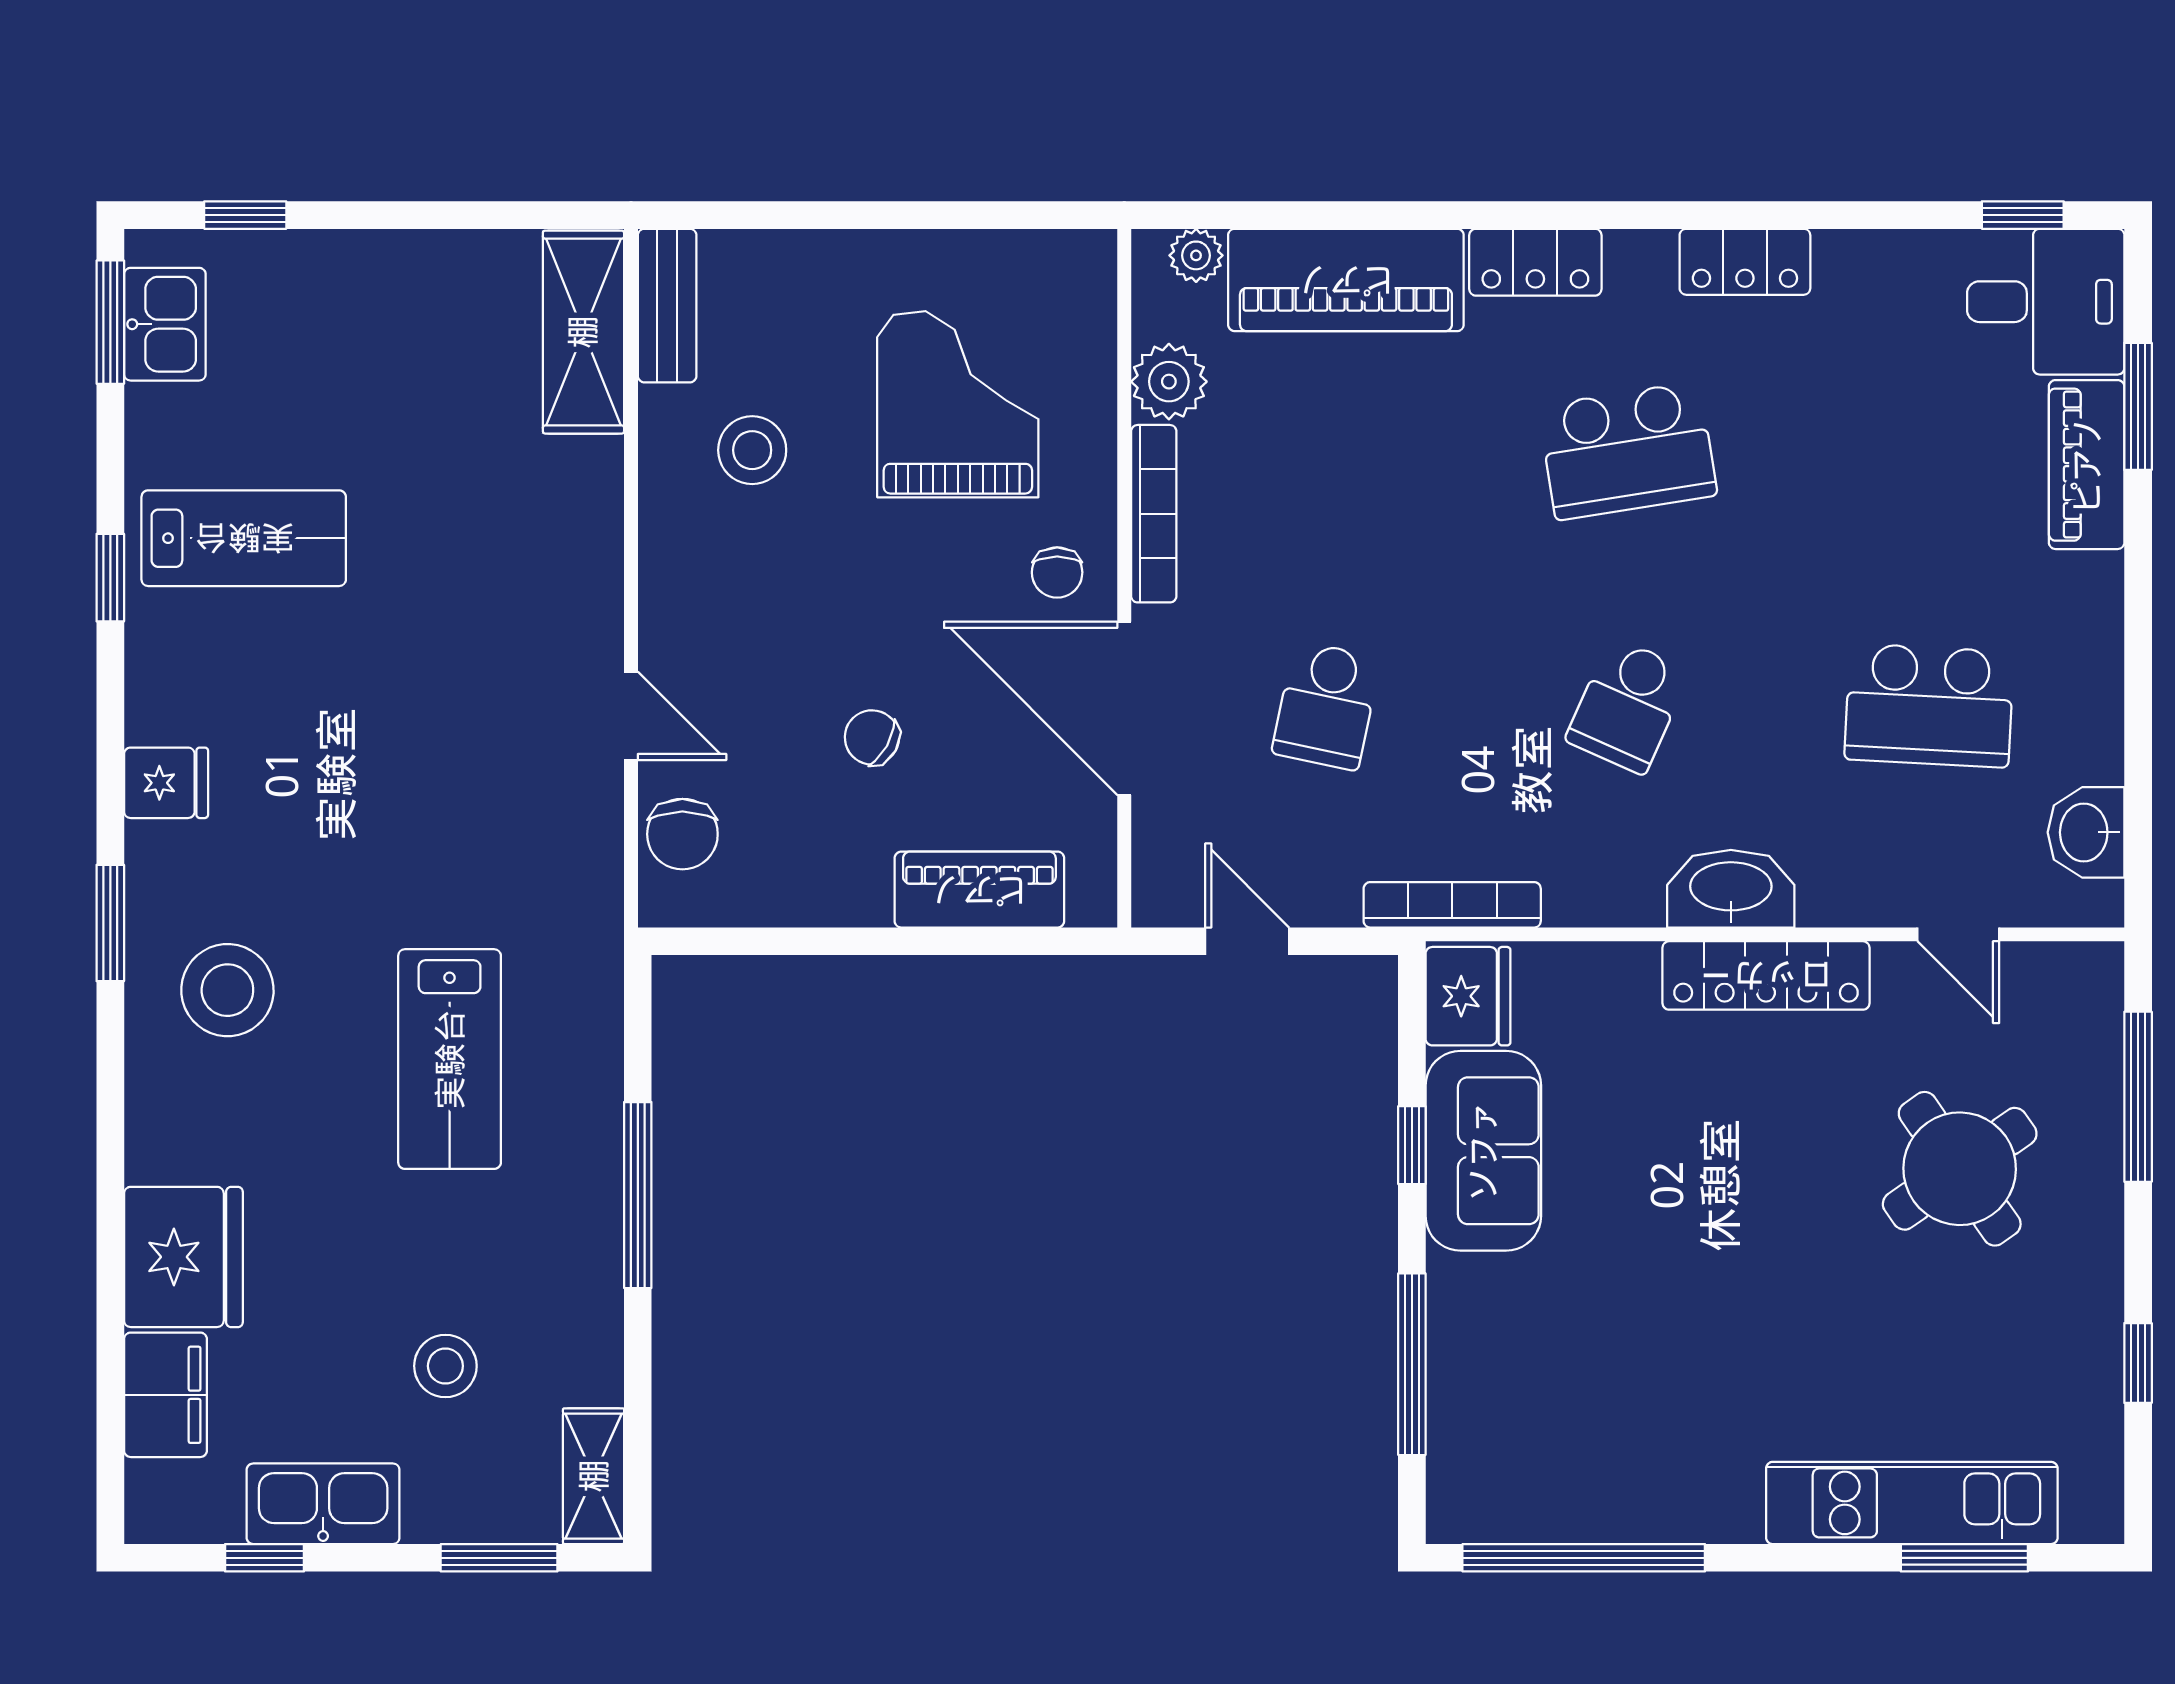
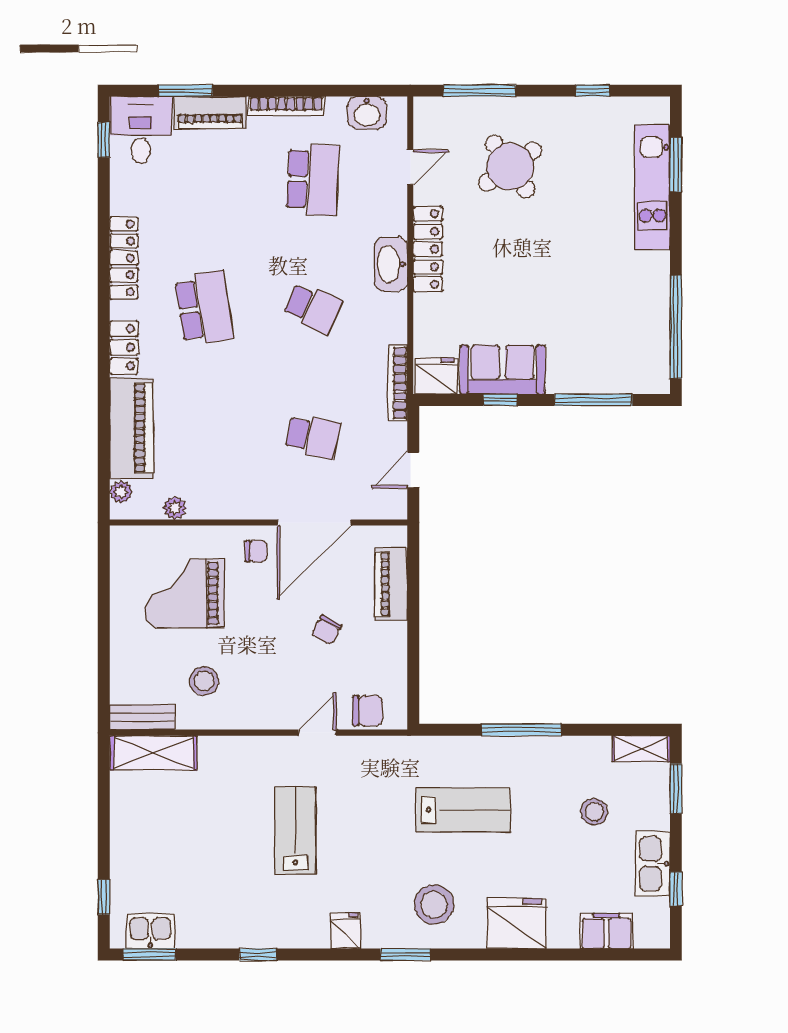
locker: (1745, 262) -> (124, 258), width x1.53
plant: (1169, 382) -> (175, 508), width x0.73, depth x0.73
bookcase: (1154, 514) -> (286, 106), moved, turned 180
lab bench: (244, 538) -> (295, 830), moved
fridge: (183, 1257) -> (517, 923), moved

